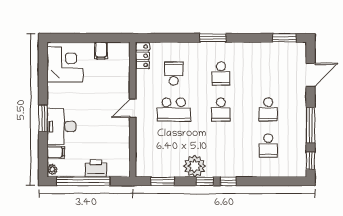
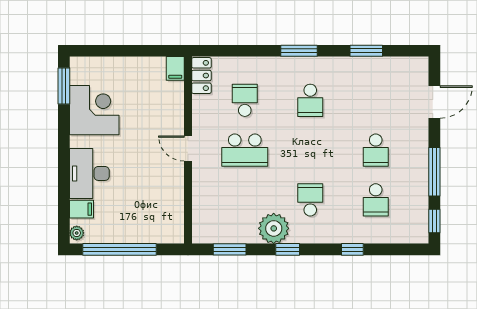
window: (285, 38) -> (366, 51), moved
filing cabinet: (101, 51) -> (175, 68), moved
corner desk: (65, 64) -> (94, 110), moved
door: (133, 108) -> (188, 148), hinge flipped
school desk: (221, 110) -> (310, 200), moved, turned 180
window: (43, 118) -> (64, 86), moved
printer: (96, 168) -> (137, 232), removed
window: (228, 181) -> (352, 249), moved

